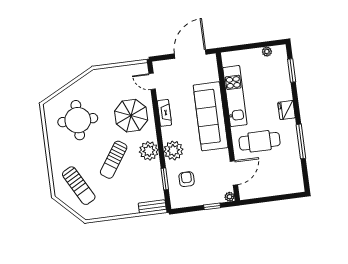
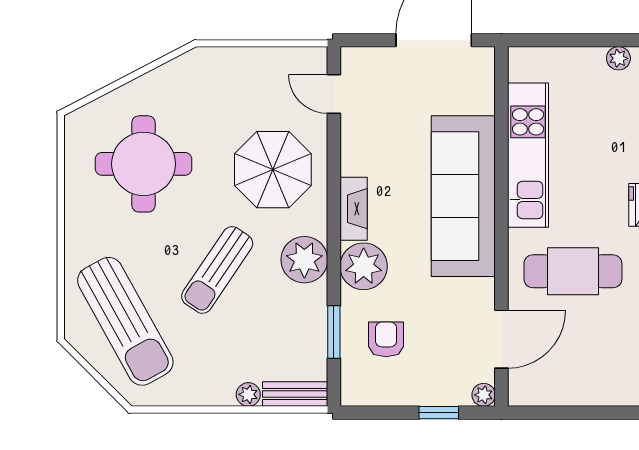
fireplace: (164, 113) -> (354, 209), moved
sun lounger: (79, 186) -> (125, 321), width x1.36, depth x1.34
plant: (133, 209) -> (248, 394), added

